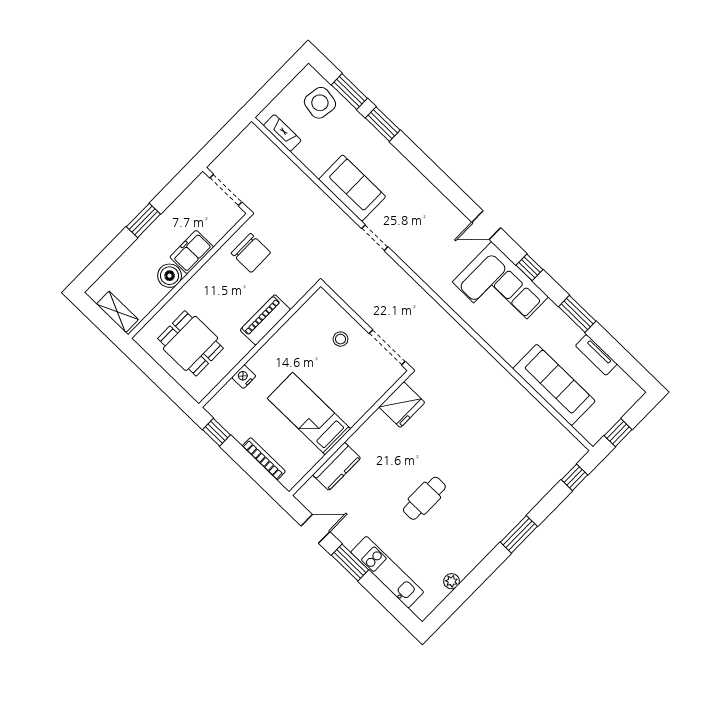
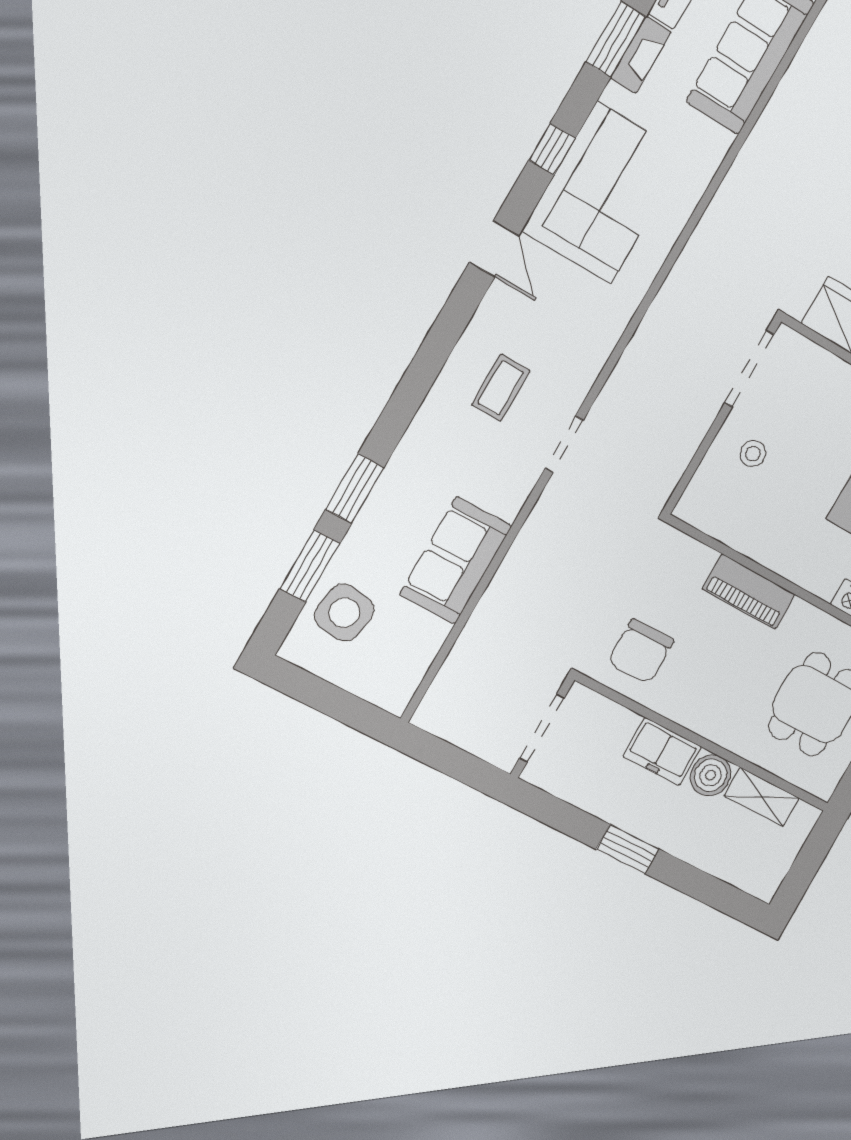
fireplace: (282, 133) -> (641, 55), moved, turned 180
sofa: (352, 188) -> (456, 560), moved
coffee table: (414, 211) -> (501, 388), added
chair: (251, 253) -> (641, 651), turned 180
shelving: (117, 312) -> (762, 797), moved, turned 90

